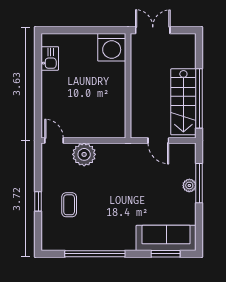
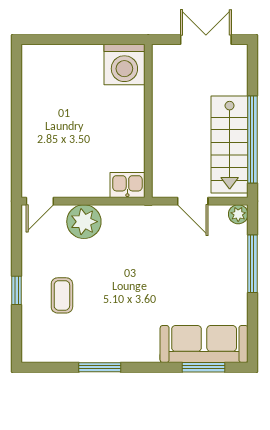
double door: (153, 30) -> (206, 40), moved
kitchen sink: (50, 58) -> (127, 185), moved, turned -90
door: (54, 140) -> (40, 201), swing flipped
plant: (189, 185) -> (238, 214), moved
window: (95, 254) -> (100, 367), width x0.47

